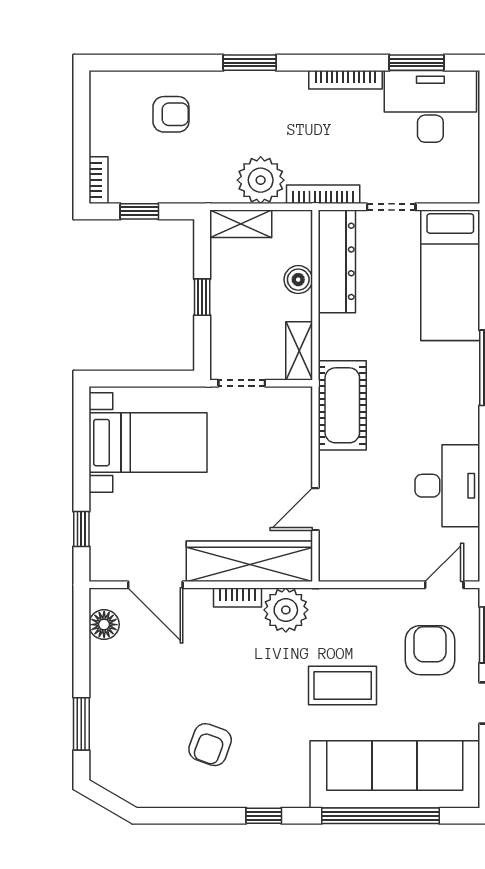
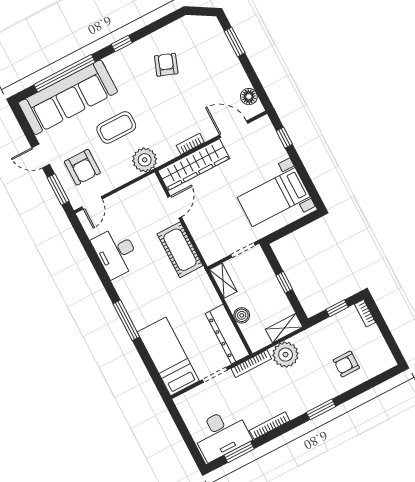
cot: (342, 405) -> (180, 250), moved
plant: (286, 610) -> (145, 160), moved

